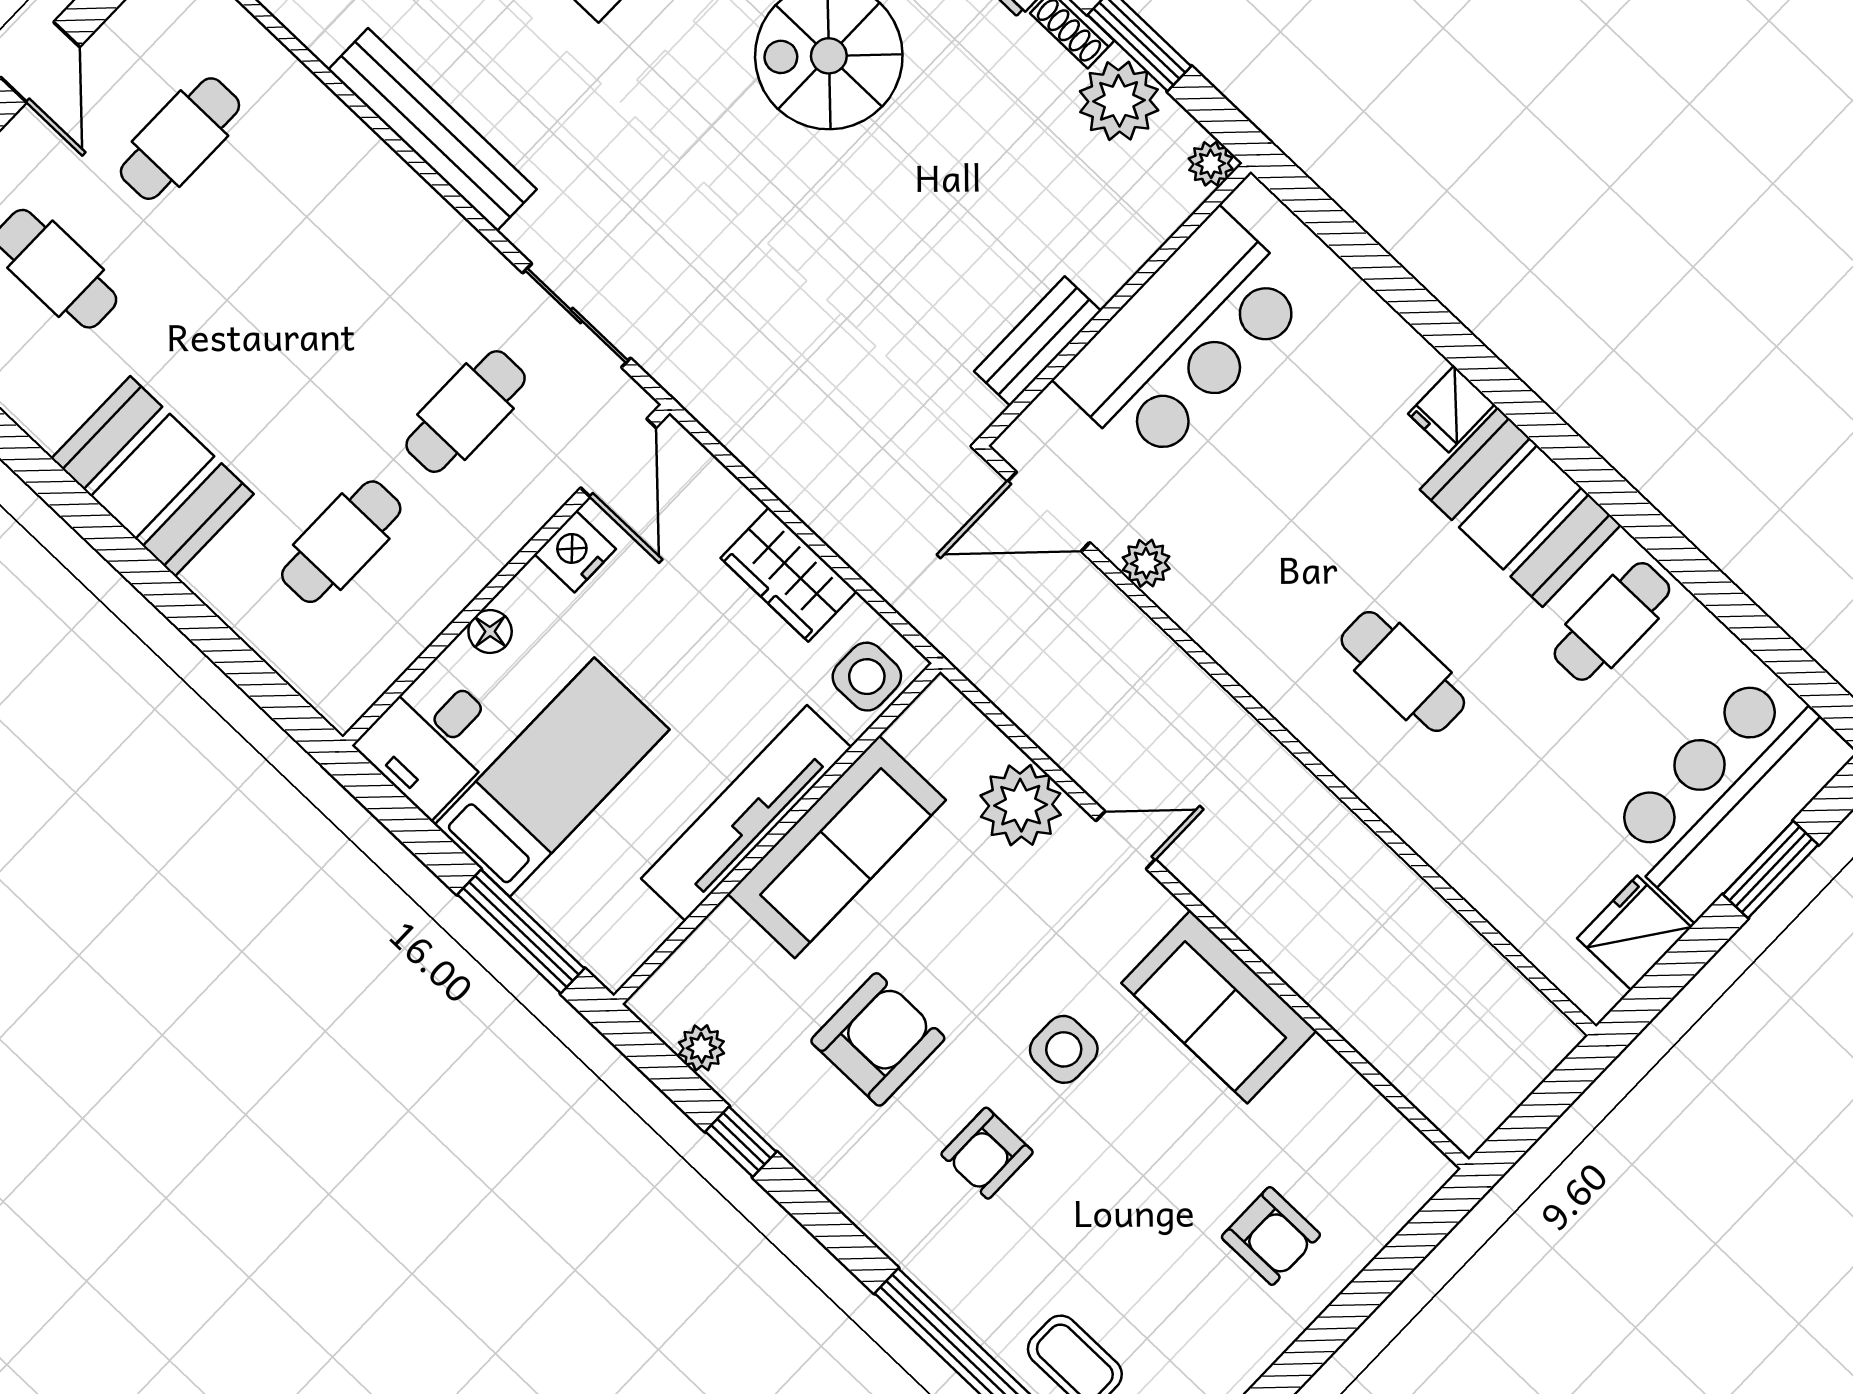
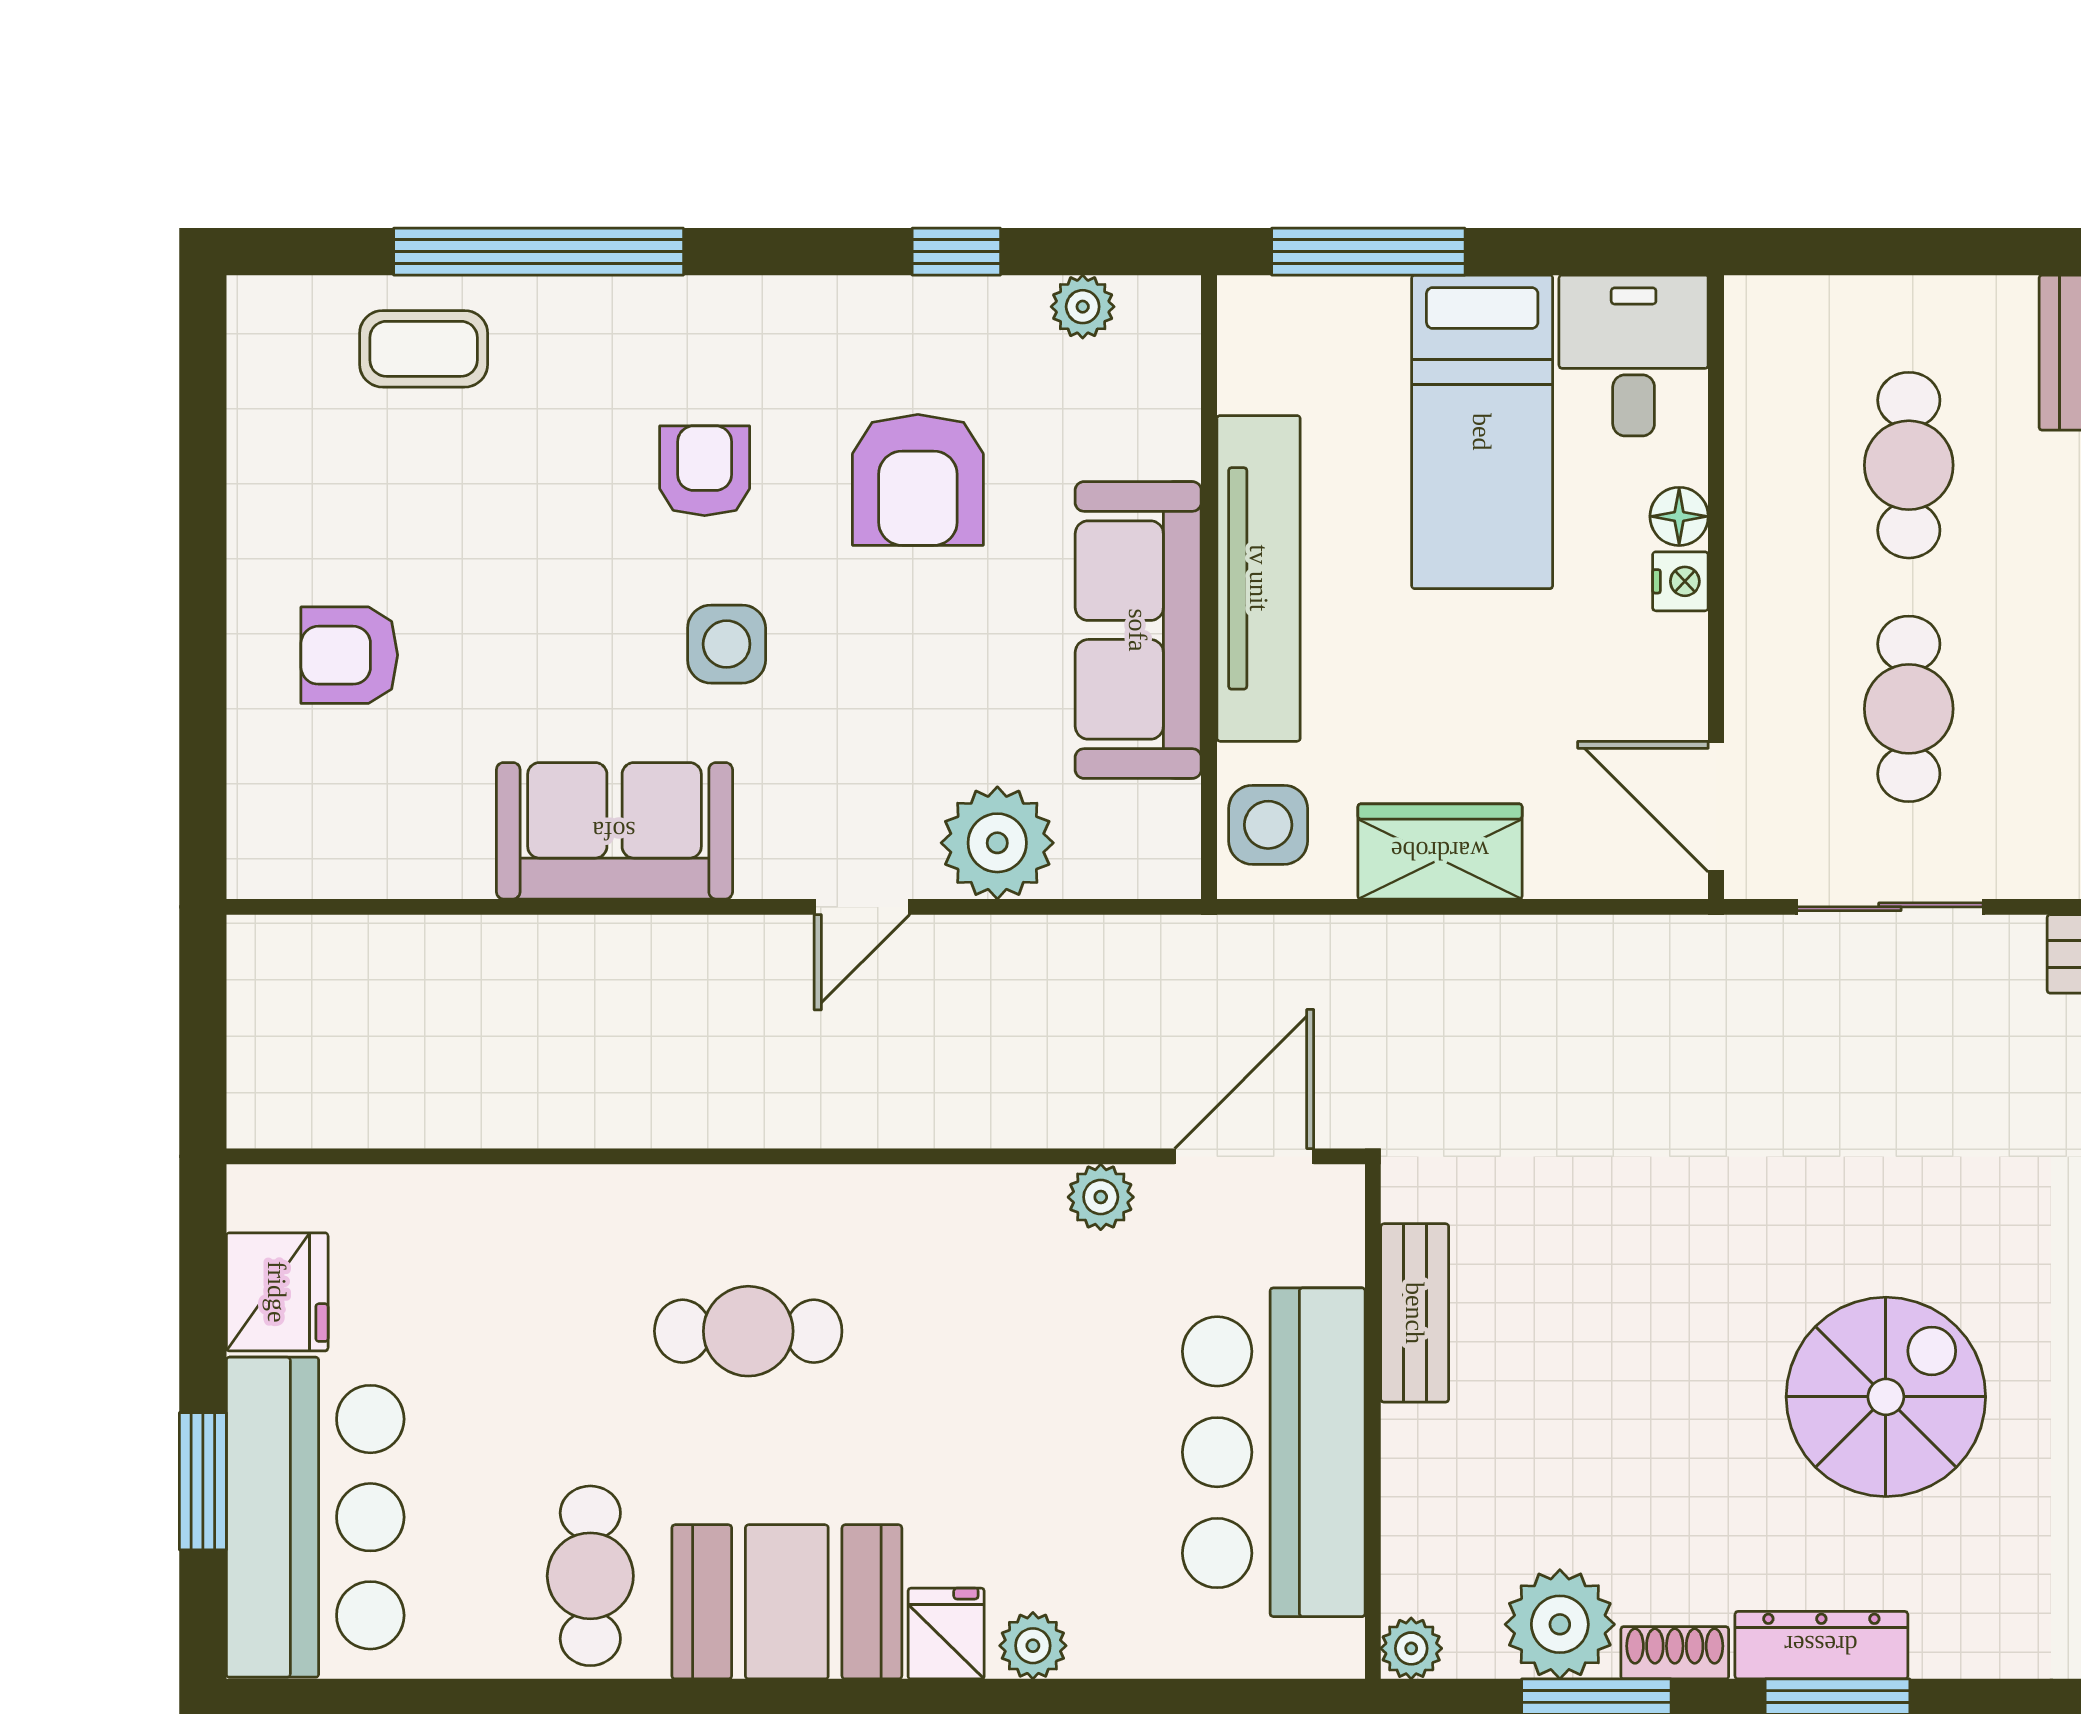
plant: (1411, 358) -> (1033, 1646), added
nightstand: (575, 552) -> (1680, 581), moved, width x0.72, depth x0.74

